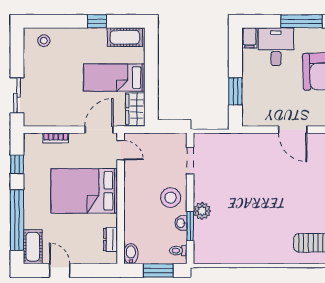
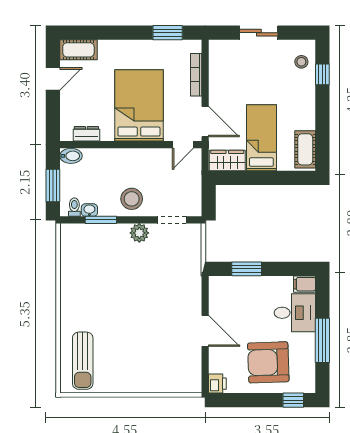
window: (97, 21) -> (322, 74), moved
sliding door: (17, 95) -> (259, 33), moved
door: (293, 130) -> (205, 331), swing flipped
bookcase: (56, 138) -> (196, 75), width x1.56
window: (17, 164) -> (168, 33), width x1.50
plant: (202, 211) -> (139, 233), moved
window: (17, 220) -> (108, 33), removed
washbasin: (181, 223) -> (89, 210), moved

